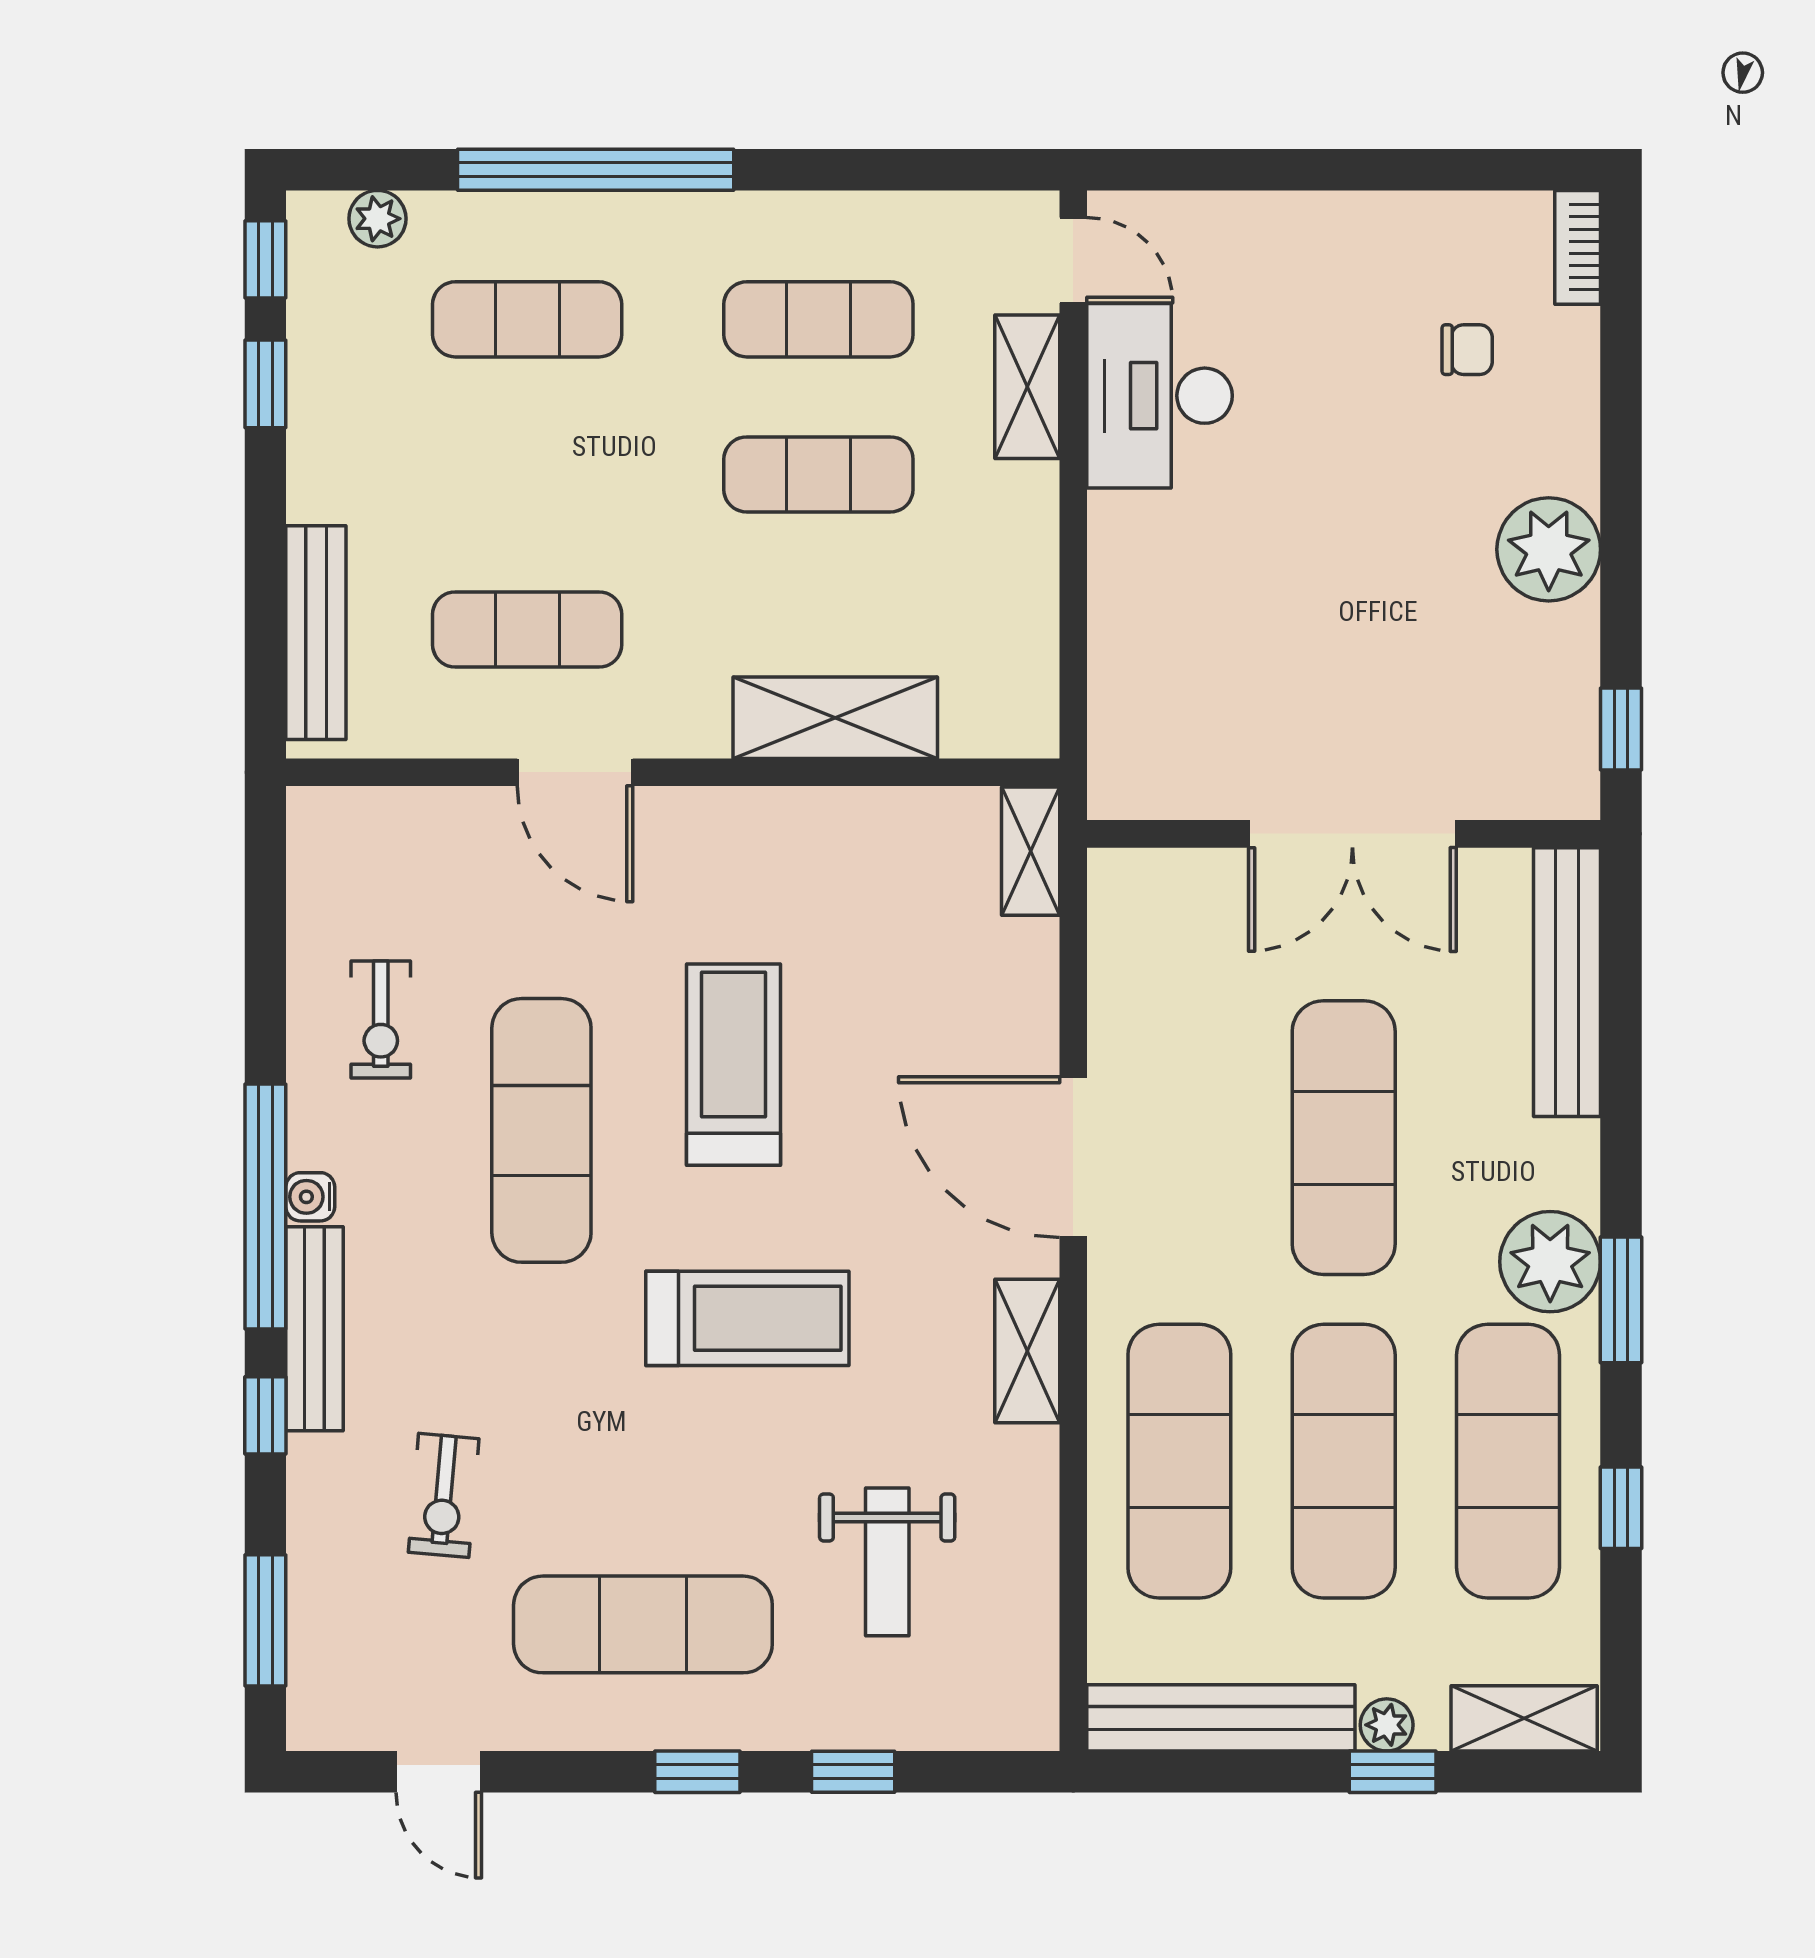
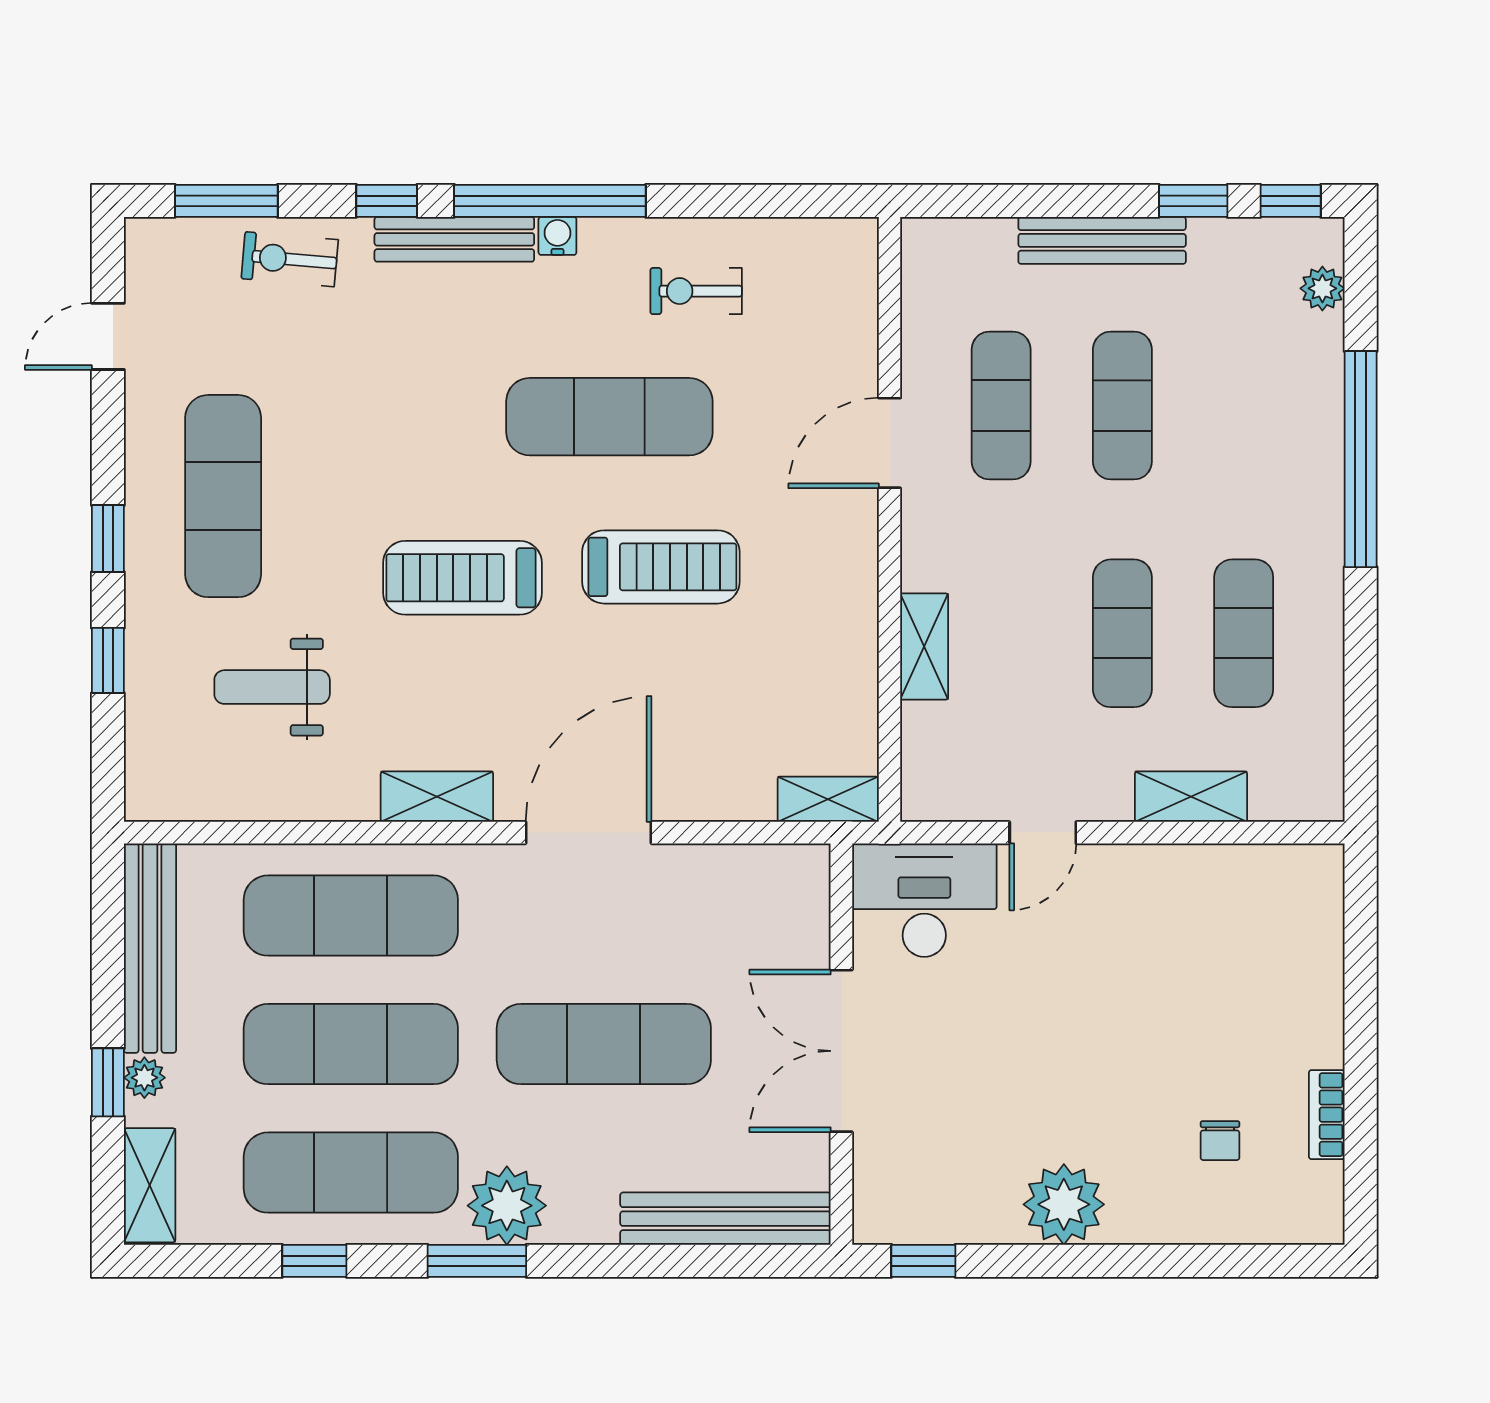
bookcase: (1578, 247) -> (1327, 1115), moved, turned -90
door: (1073, 260) -> (1043, 833), moved
exercise mat: (527, 319) -> (1122, 405), moved
desk: (1160, 396) -> (924, 900), moved
bench: (316, 633) -> (1102, 240), moved
shelving: (835, 718) -> (924, 646), width x0.67, depth x0.75
treadmill: (747, 1318) -> (462, 578), turned 90
exercise bike: (444, 1495) -> (290, 259), moved

